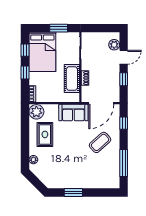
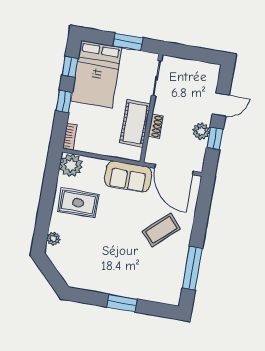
plant: (114, 45) -> (201, 131), moved
door: (101, 103) -> (174, 170), hinge flipped
window: (124, 123) -> (203, 206), removed
rug: (45, 134) -> (78, 203), turned 90
window: (73, 193) -> (122, 303), moved

